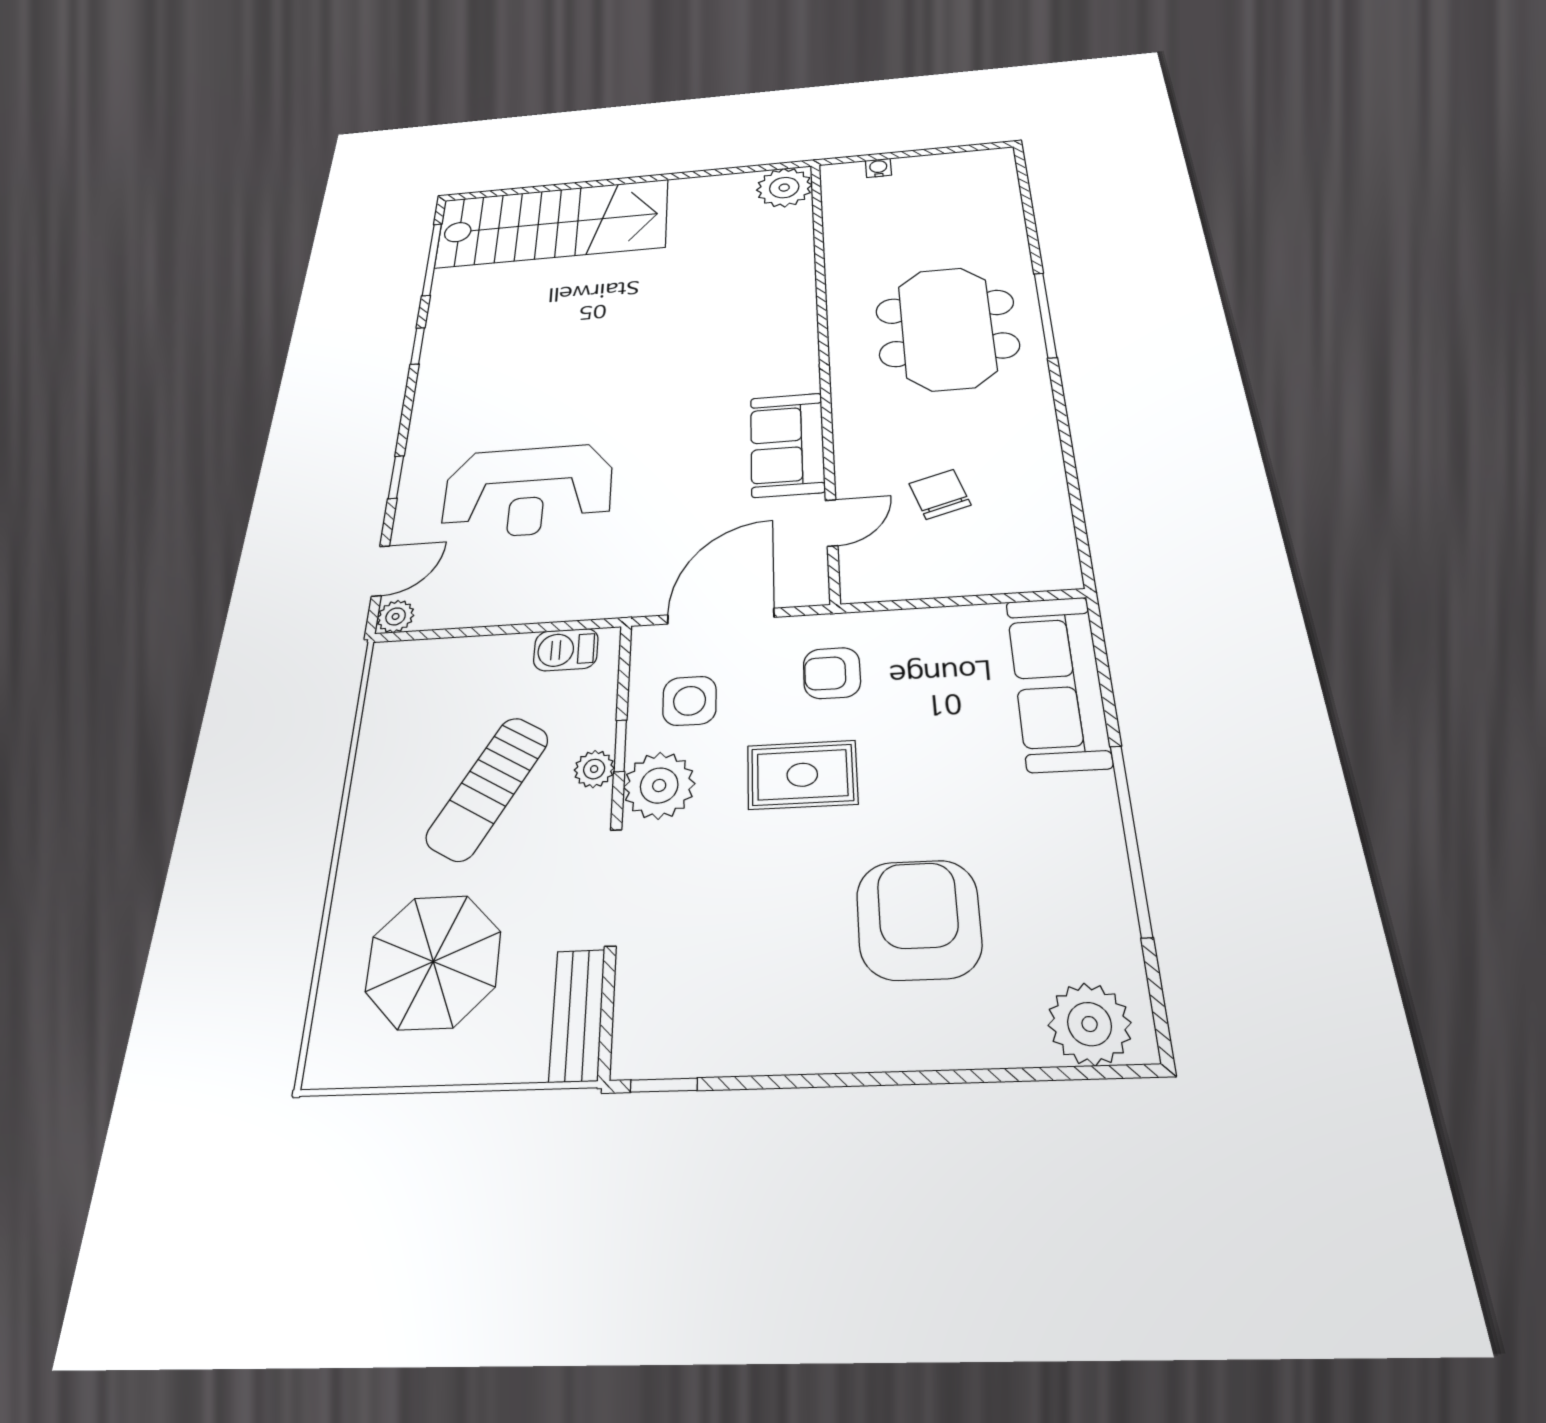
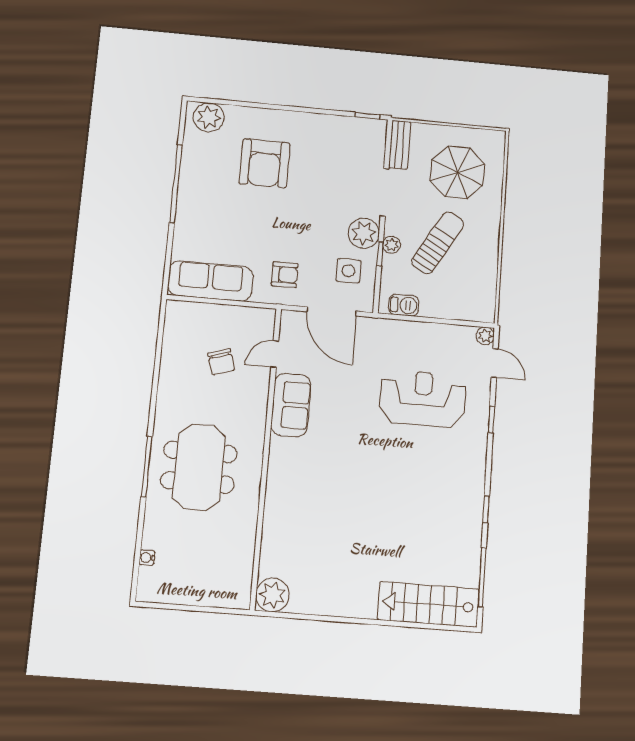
water cooler: (878, 168) -> (147, 558), moved, turned 90
stairs: (552, 223) -> (428, 604), width x0.73, depth x0.66
door: (380, 571) -> (495, 363), swing flipped
door: (721, 616) -> (332, 311), hinge flipped
sofa: (1058, 682) -> (210, 281), moved, turned -90
rug: (802, 775) -> (303, 229), removed

